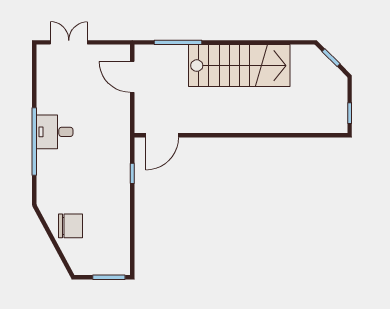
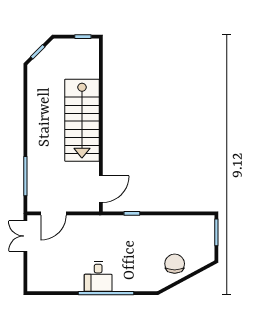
double door: (69, 42) -> (25, 236), moved
stairs: (239, 66) -> (82, 120), moved, turned 180
door: (162, 135) -> (101, 189), hinge flipped

